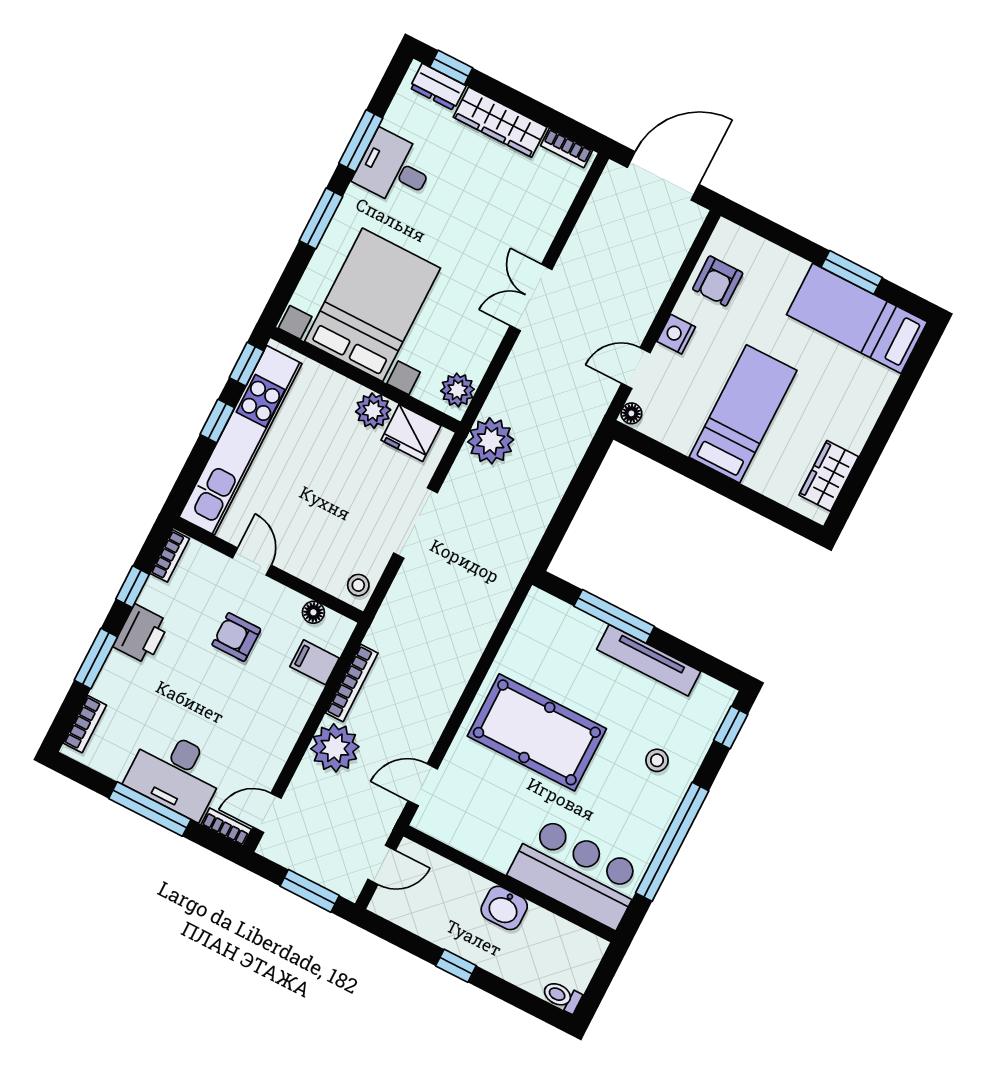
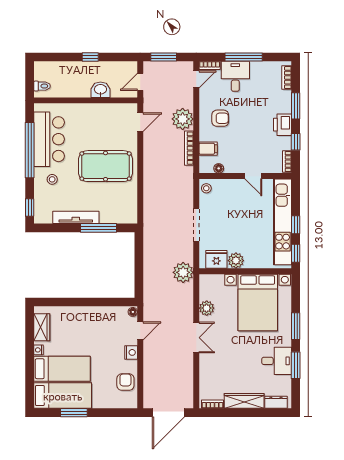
window: (451, 67) -> (275, 413), removed
plant: (458, 390) -> (207, 308), moved
bed: (743, 414) -> (62, 369), moved, turned -90
nightstand: (858, 434) -> (39, 350), added
armchair: (236, 637) -> (220, 118), moved
desk: (176, 774) -> (235, 76), width x0.73
bar counter: (577, 873) -> (49, 139), moved, turned -90
washbasin: (504, 908) -> (100, 90), moved
toilet: (562, 996) -> (42, 86), moved

